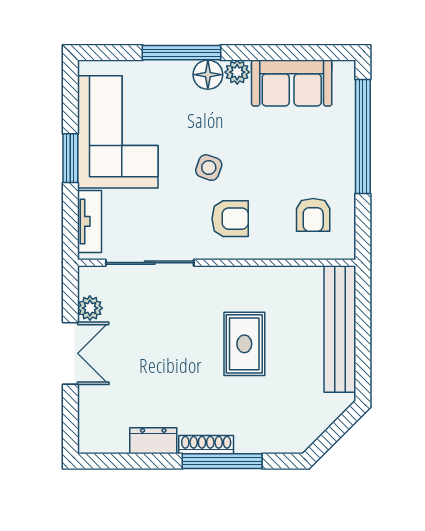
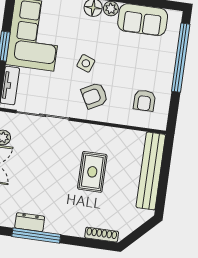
armchair: (230, 219) -> (94, 96), turned 151
shoe rack: (206, 445) -> (102, 235), moved
window: (222, 461) -> (36, 236), moved

